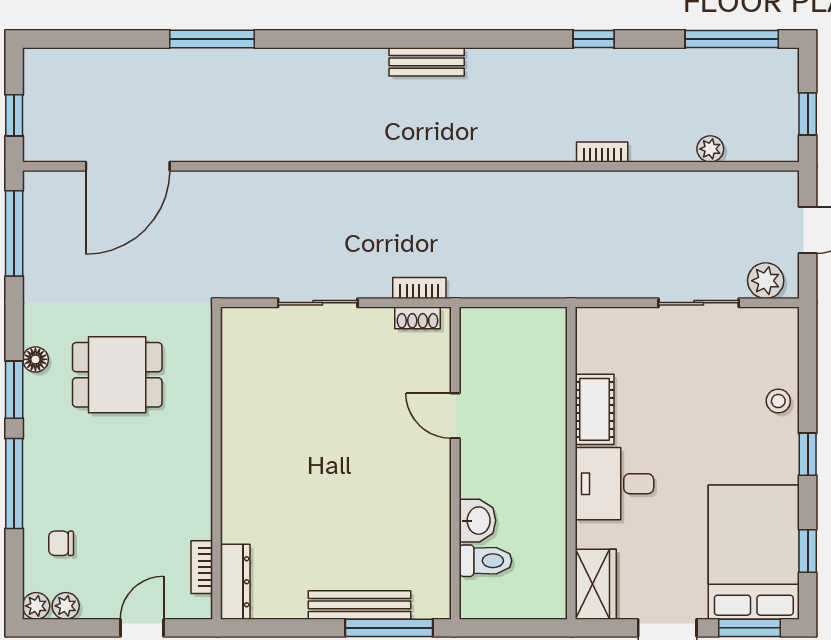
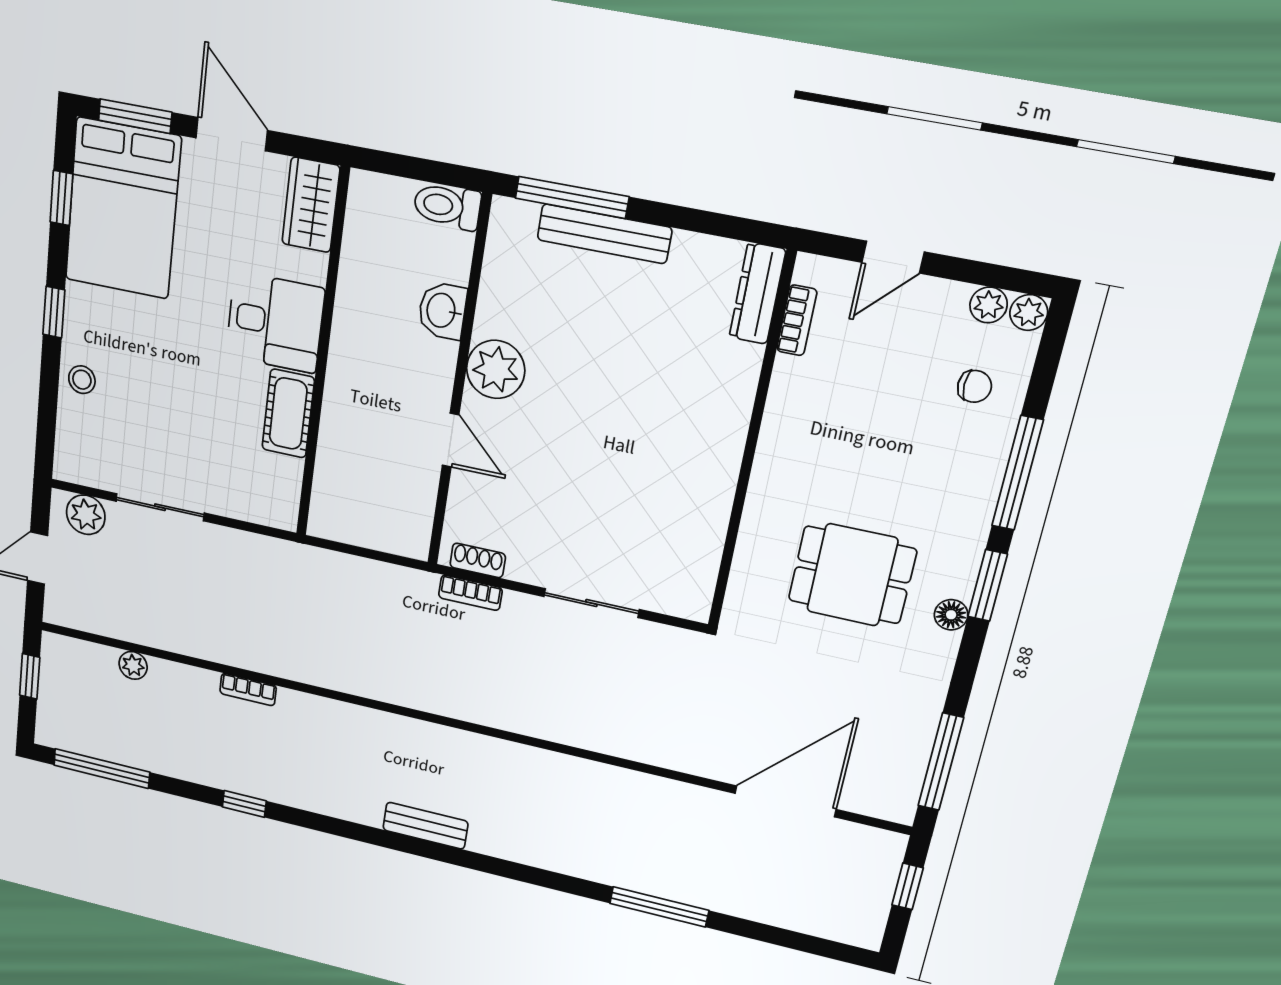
plant: (427, 482) -> (496, 369), added
toilet: (486, 561) -> (447, 206), moved

